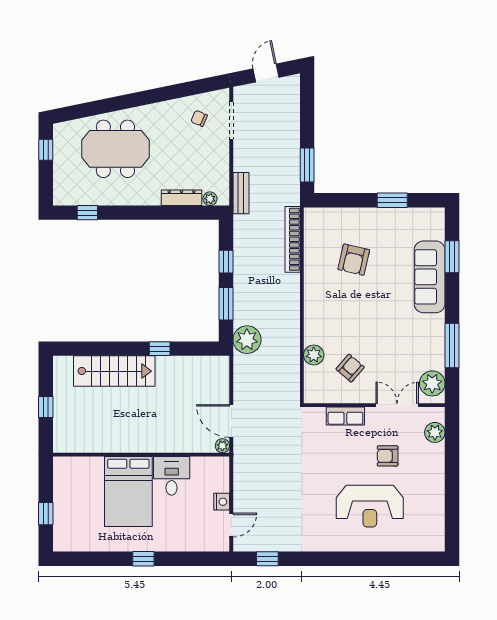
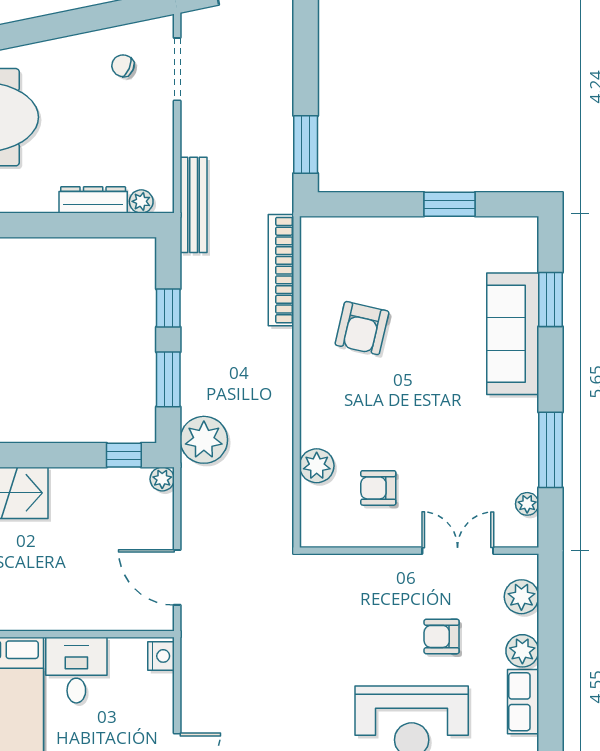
bench: (241, 193) -> (194, 205), width x1.36
armchair: (354, 260) -> (362, 328), moved
window: (160, 349) -> (124, 455), moved
armchair: (350, 368) -> (378, 488), turned -131
plant: (432, 383) -> (527, 504), width x0.53, depth x0.53
row of seats: (345, 416) -> (523, 702), moved, turned 90
plant: (222, 446) -> (162, 479), moved
plant: (435, 464) -> (522, 651), added
nightstand: (222, 502) -> (161, 656), moved

